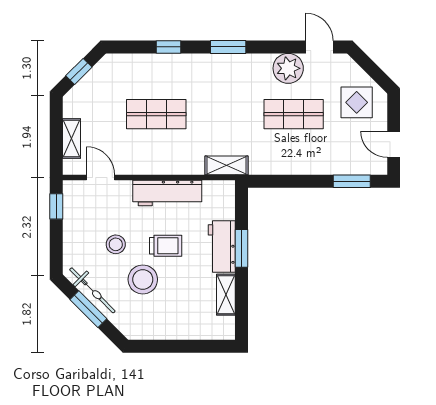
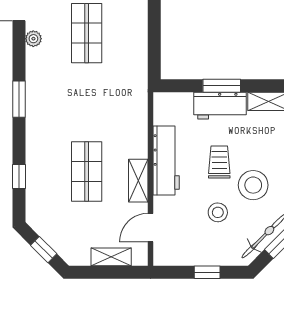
window: (169, 47) -> (19, 176), moved
plant: (288, 68) -> (33, 39), width x0.53, depth x0.53
shelving: (227, 165) -> (138, 181), moved
window: (56, 206) -> (207, 272), moved

